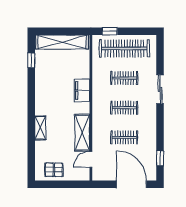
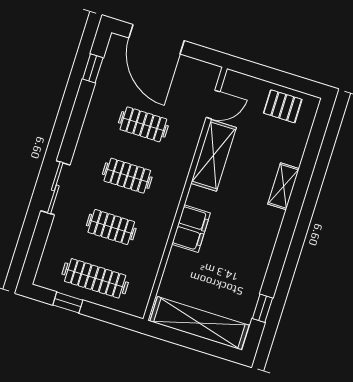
window: (110, 31) -> (68, 303), moved
clothes rail: (124, 48) -> (95, 278), width x0.73, depth x0.76

